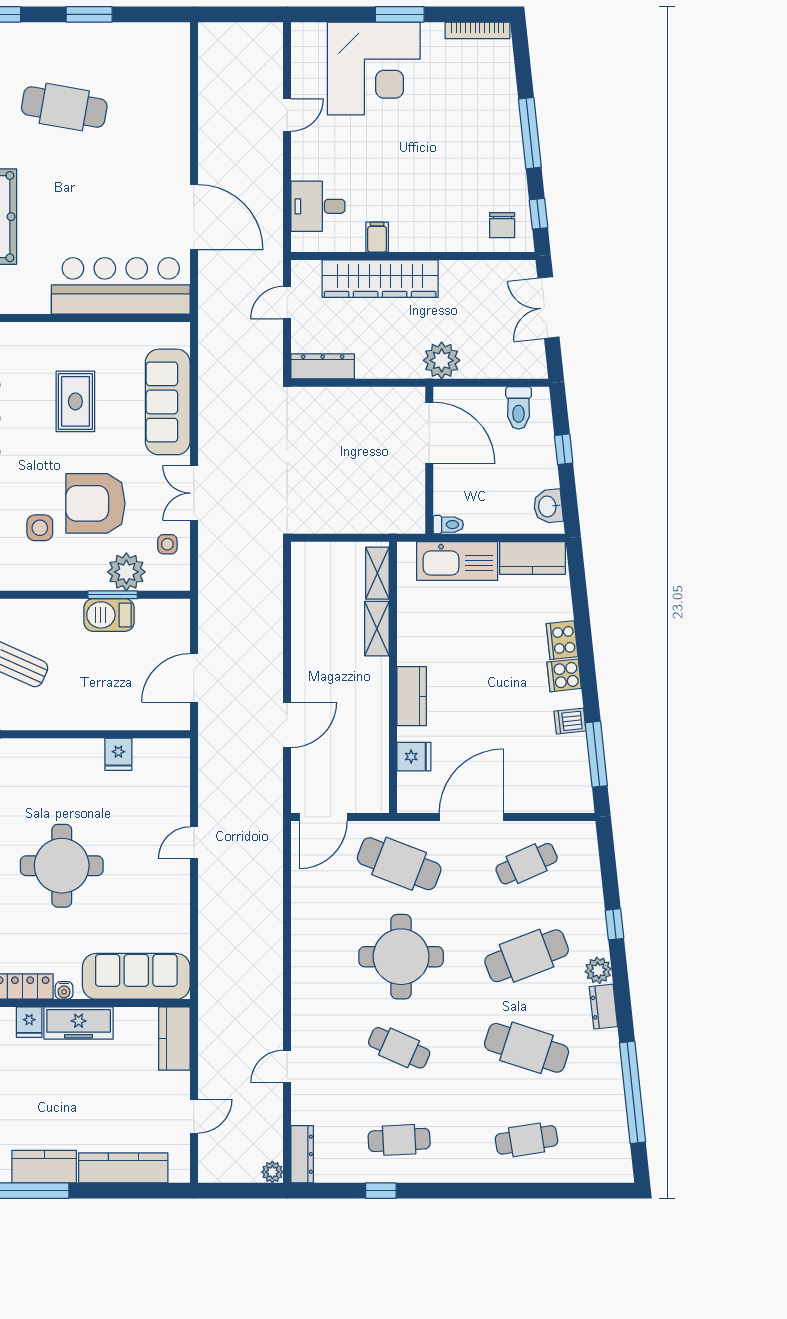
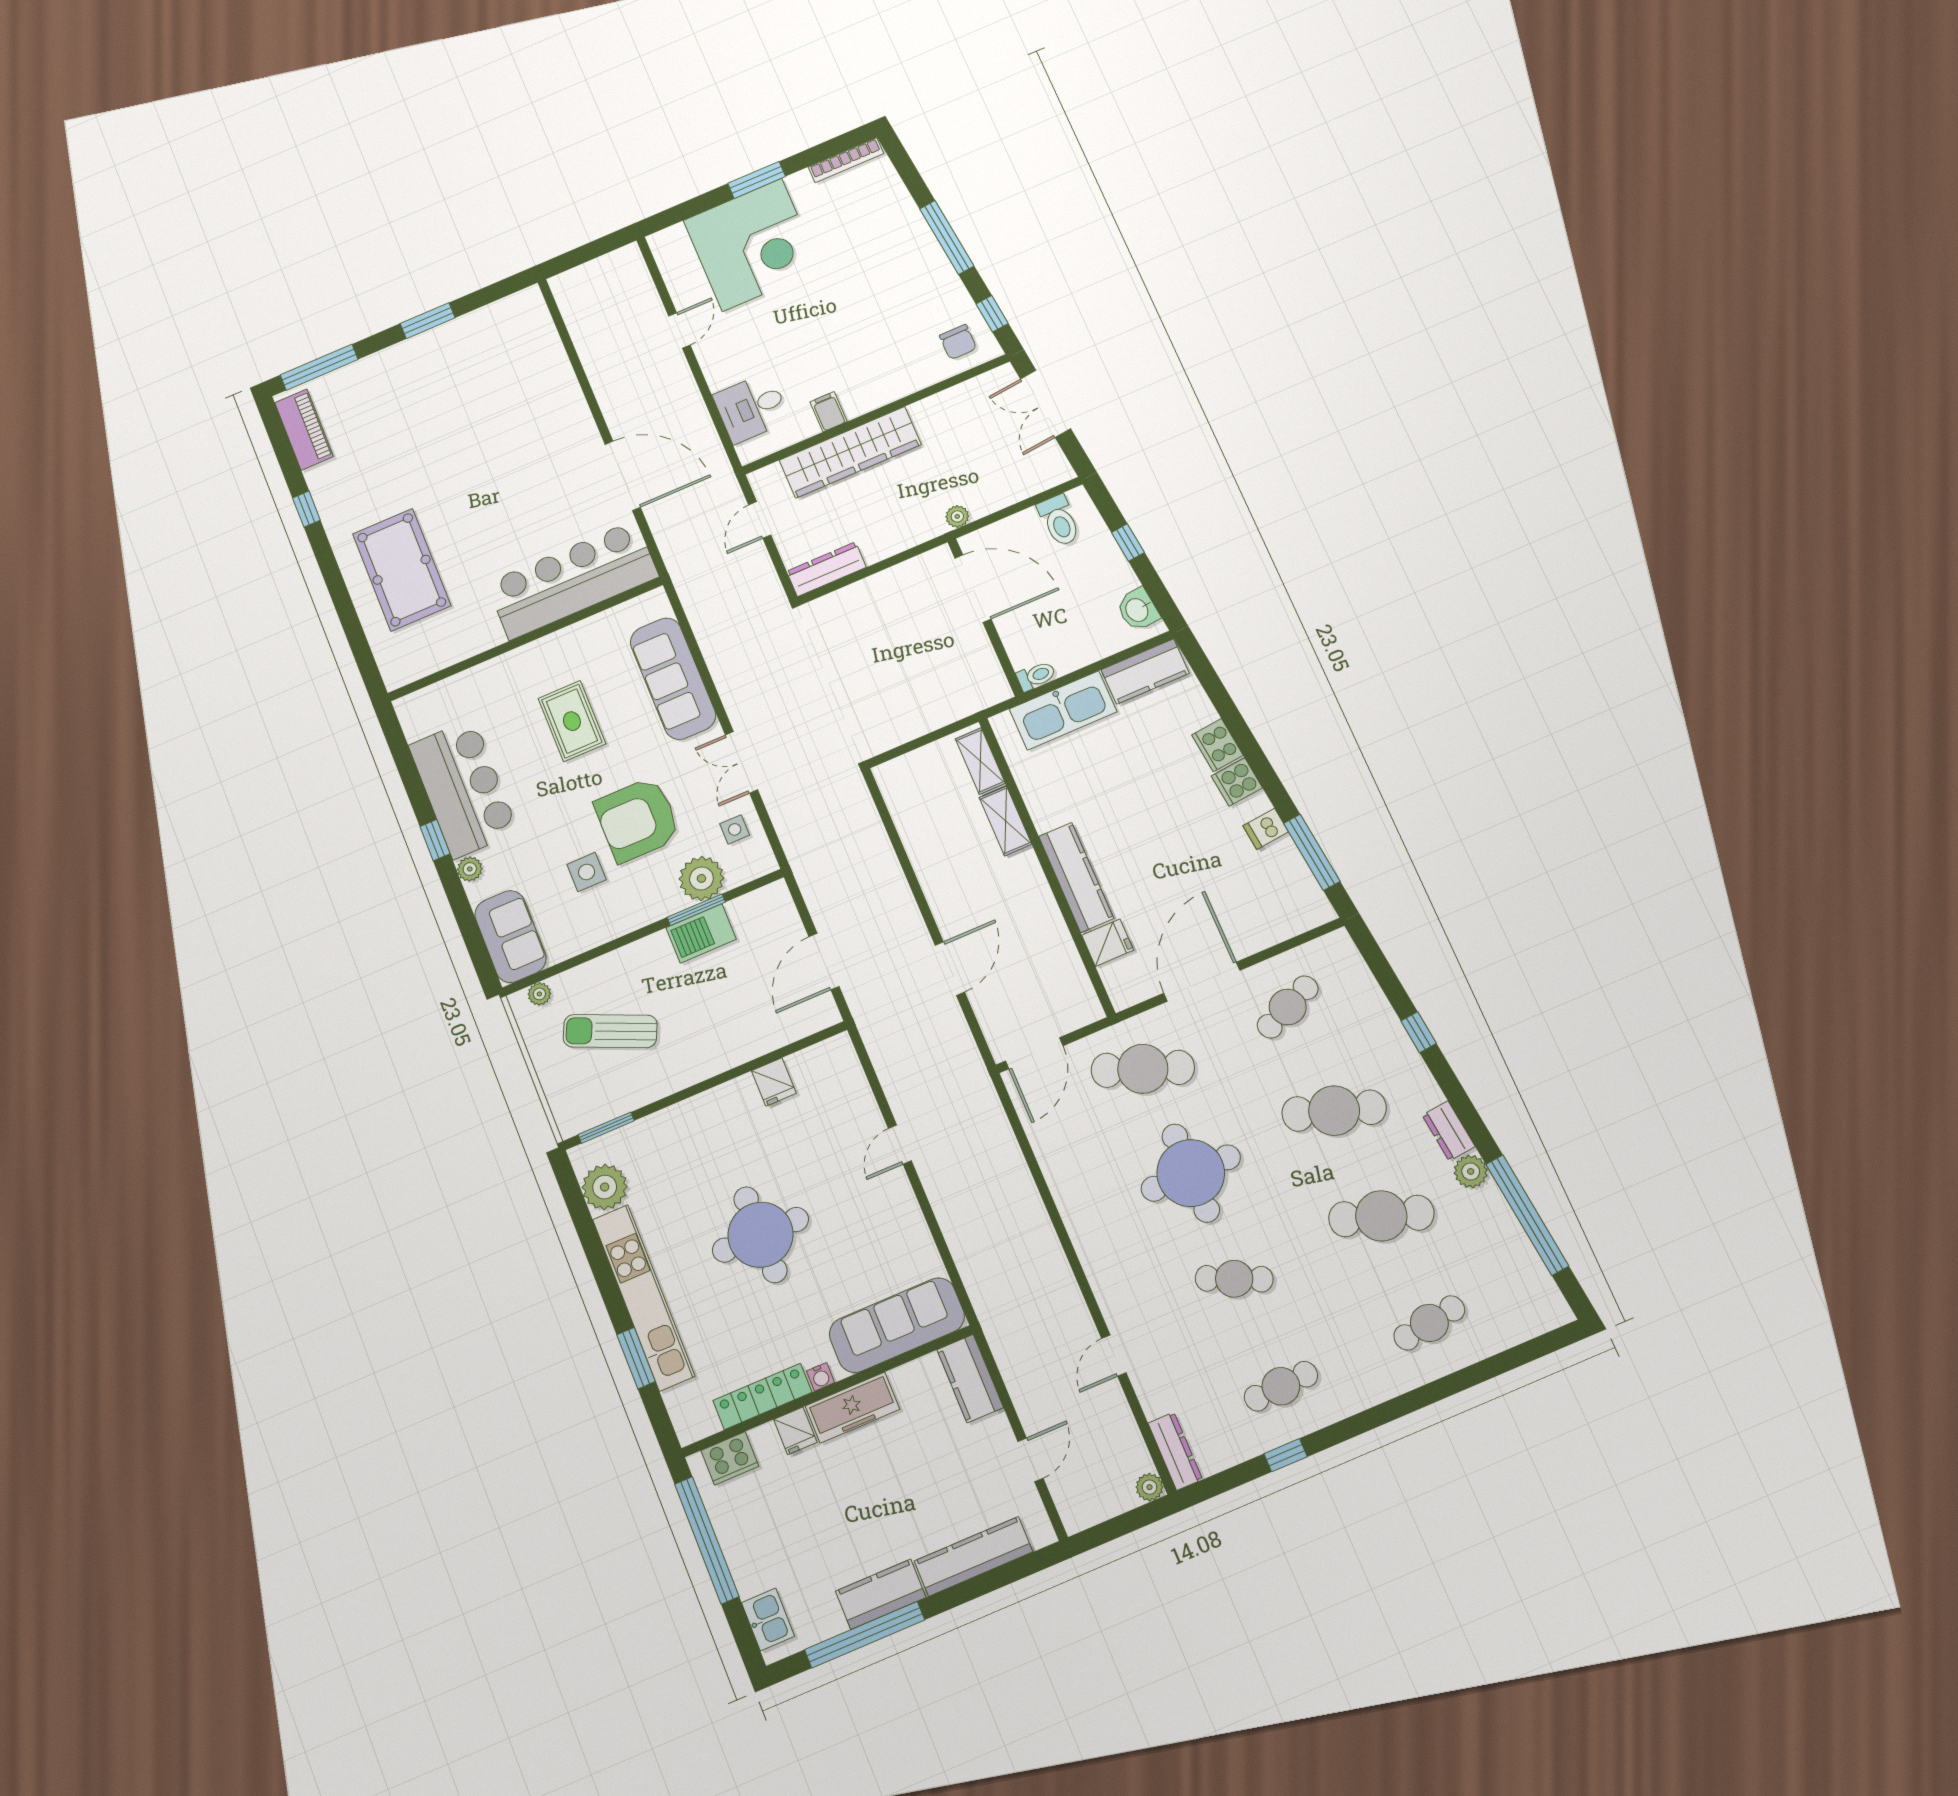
cafe table: (64, 107) -> (438, 424), removed
plant: (442, 360) -> (957, 516), width x0.53, depth x0.53
kitchen counter: (412, 696) -> (1076, 877), width x1.50
cafe table: (527, 956) -> (1334, 1111), turned 39
plant: (598, 970) -> (1471, 1171), moved

